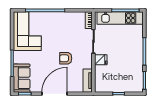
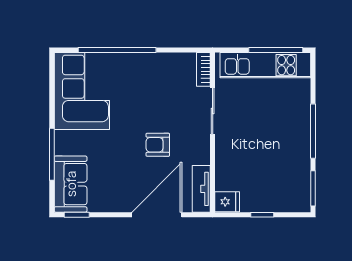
fridge: (101, 60) -> (227, 202), moved
door: (55, 94) -> (157, 215), moved

